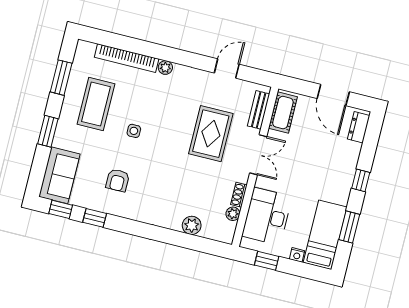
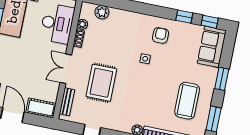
cot: (283, 113) -> (41, 108), moved, turned 90
side table: (134, 131) -> (145, 59), moved
armchair: (118, 180) -> (161, 35), moved
plant: (192, 225) -> (102, 12), moved

